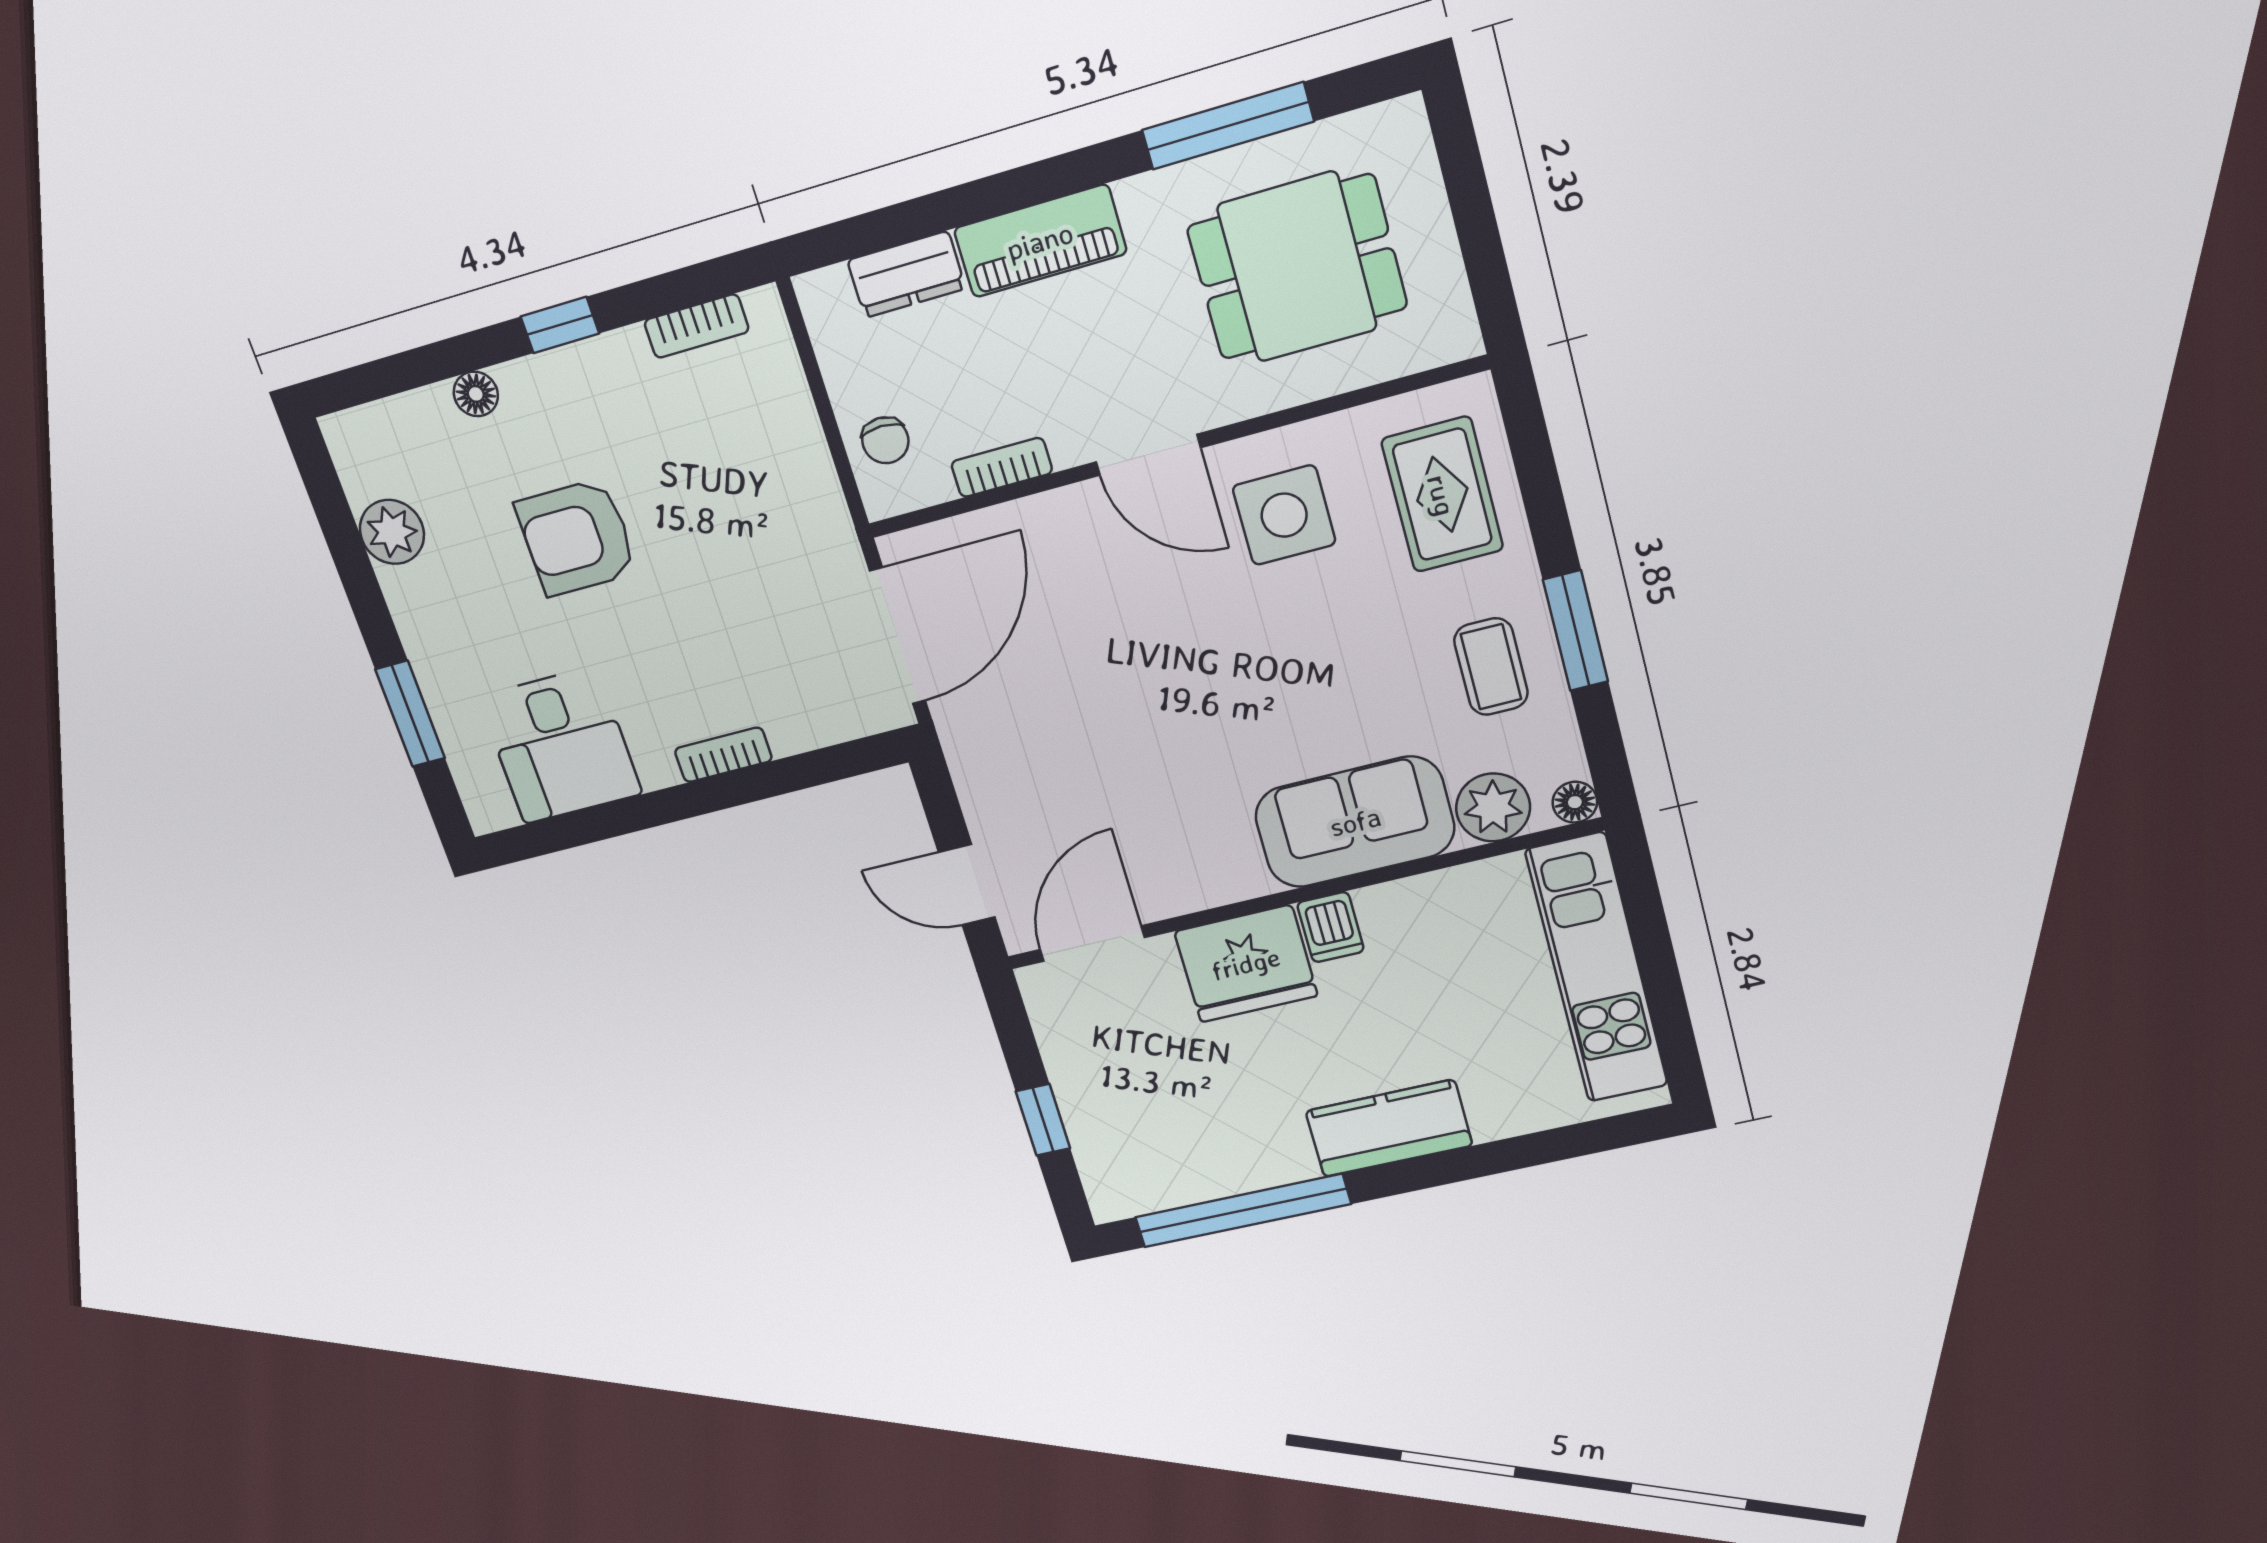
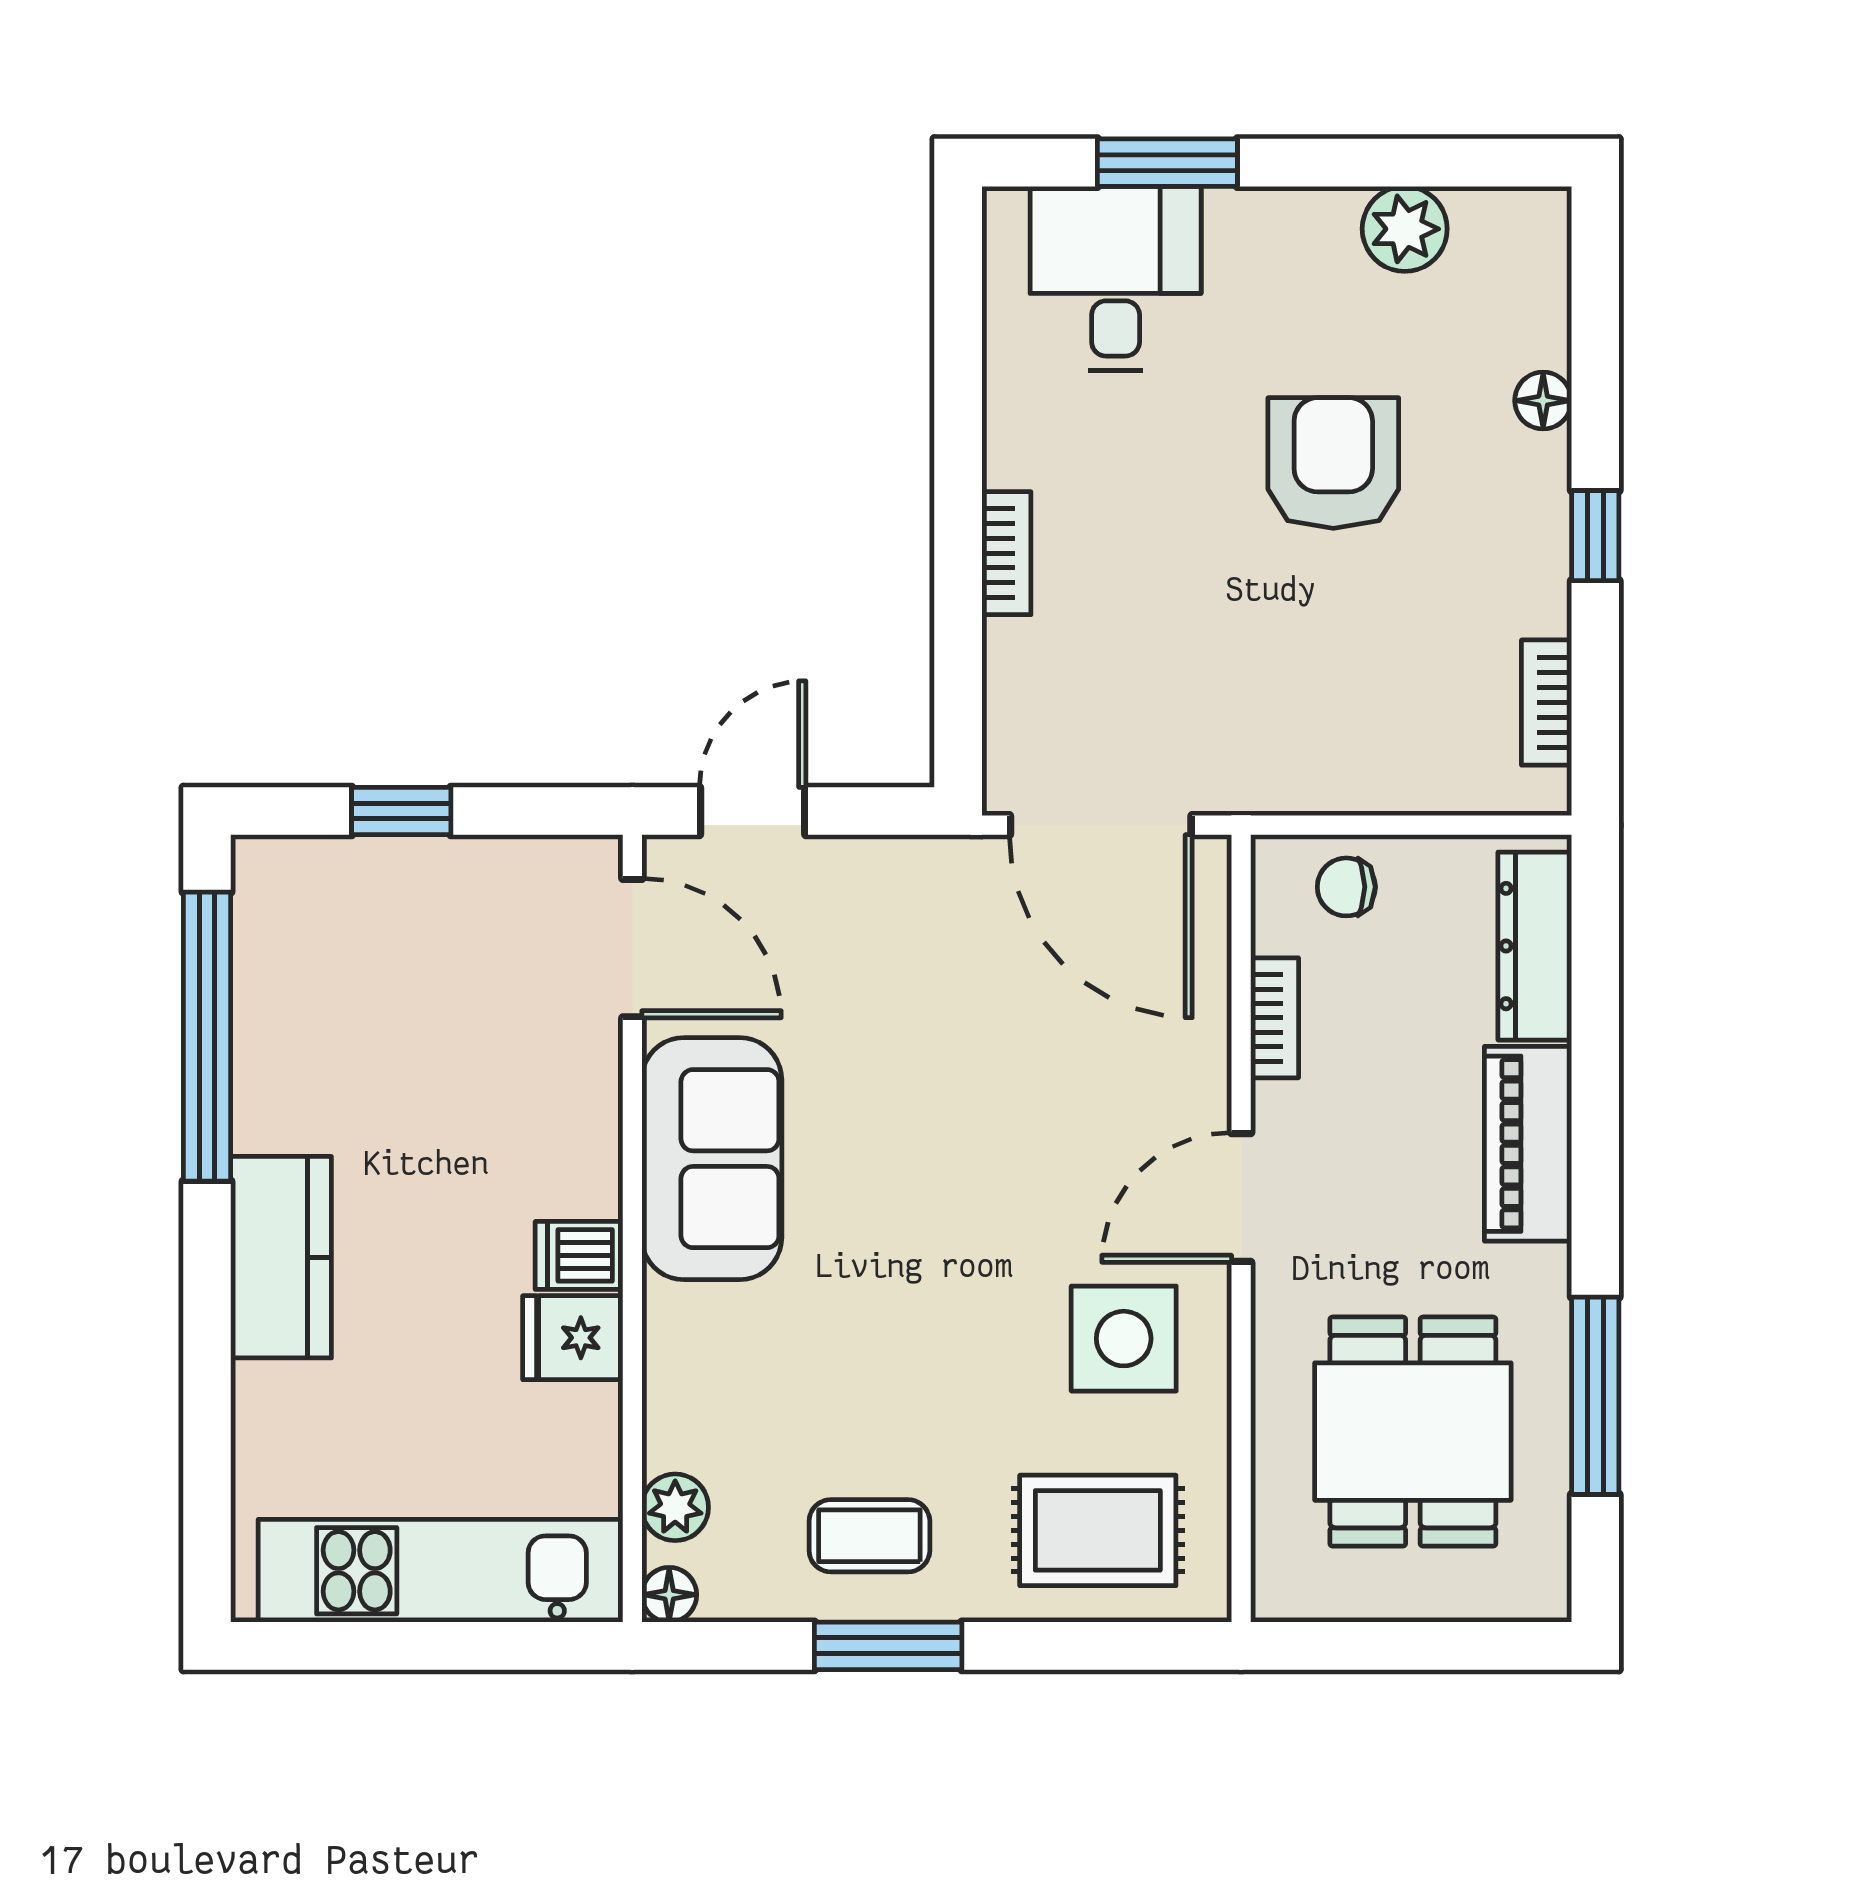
dresser: (906, 274) -> (1535, 946), width x1.44
desk: (560, 745) -> (1116, 279), moved, turned 90
plant: (1493, 807) -> (675, 1507), width x0.73, depth x0.73
sofa: (1355, 822) -> (712, 1159), moved
fridge: (1246, 964) -> (573, 1338), moved, width x0.53, depth x0.75

